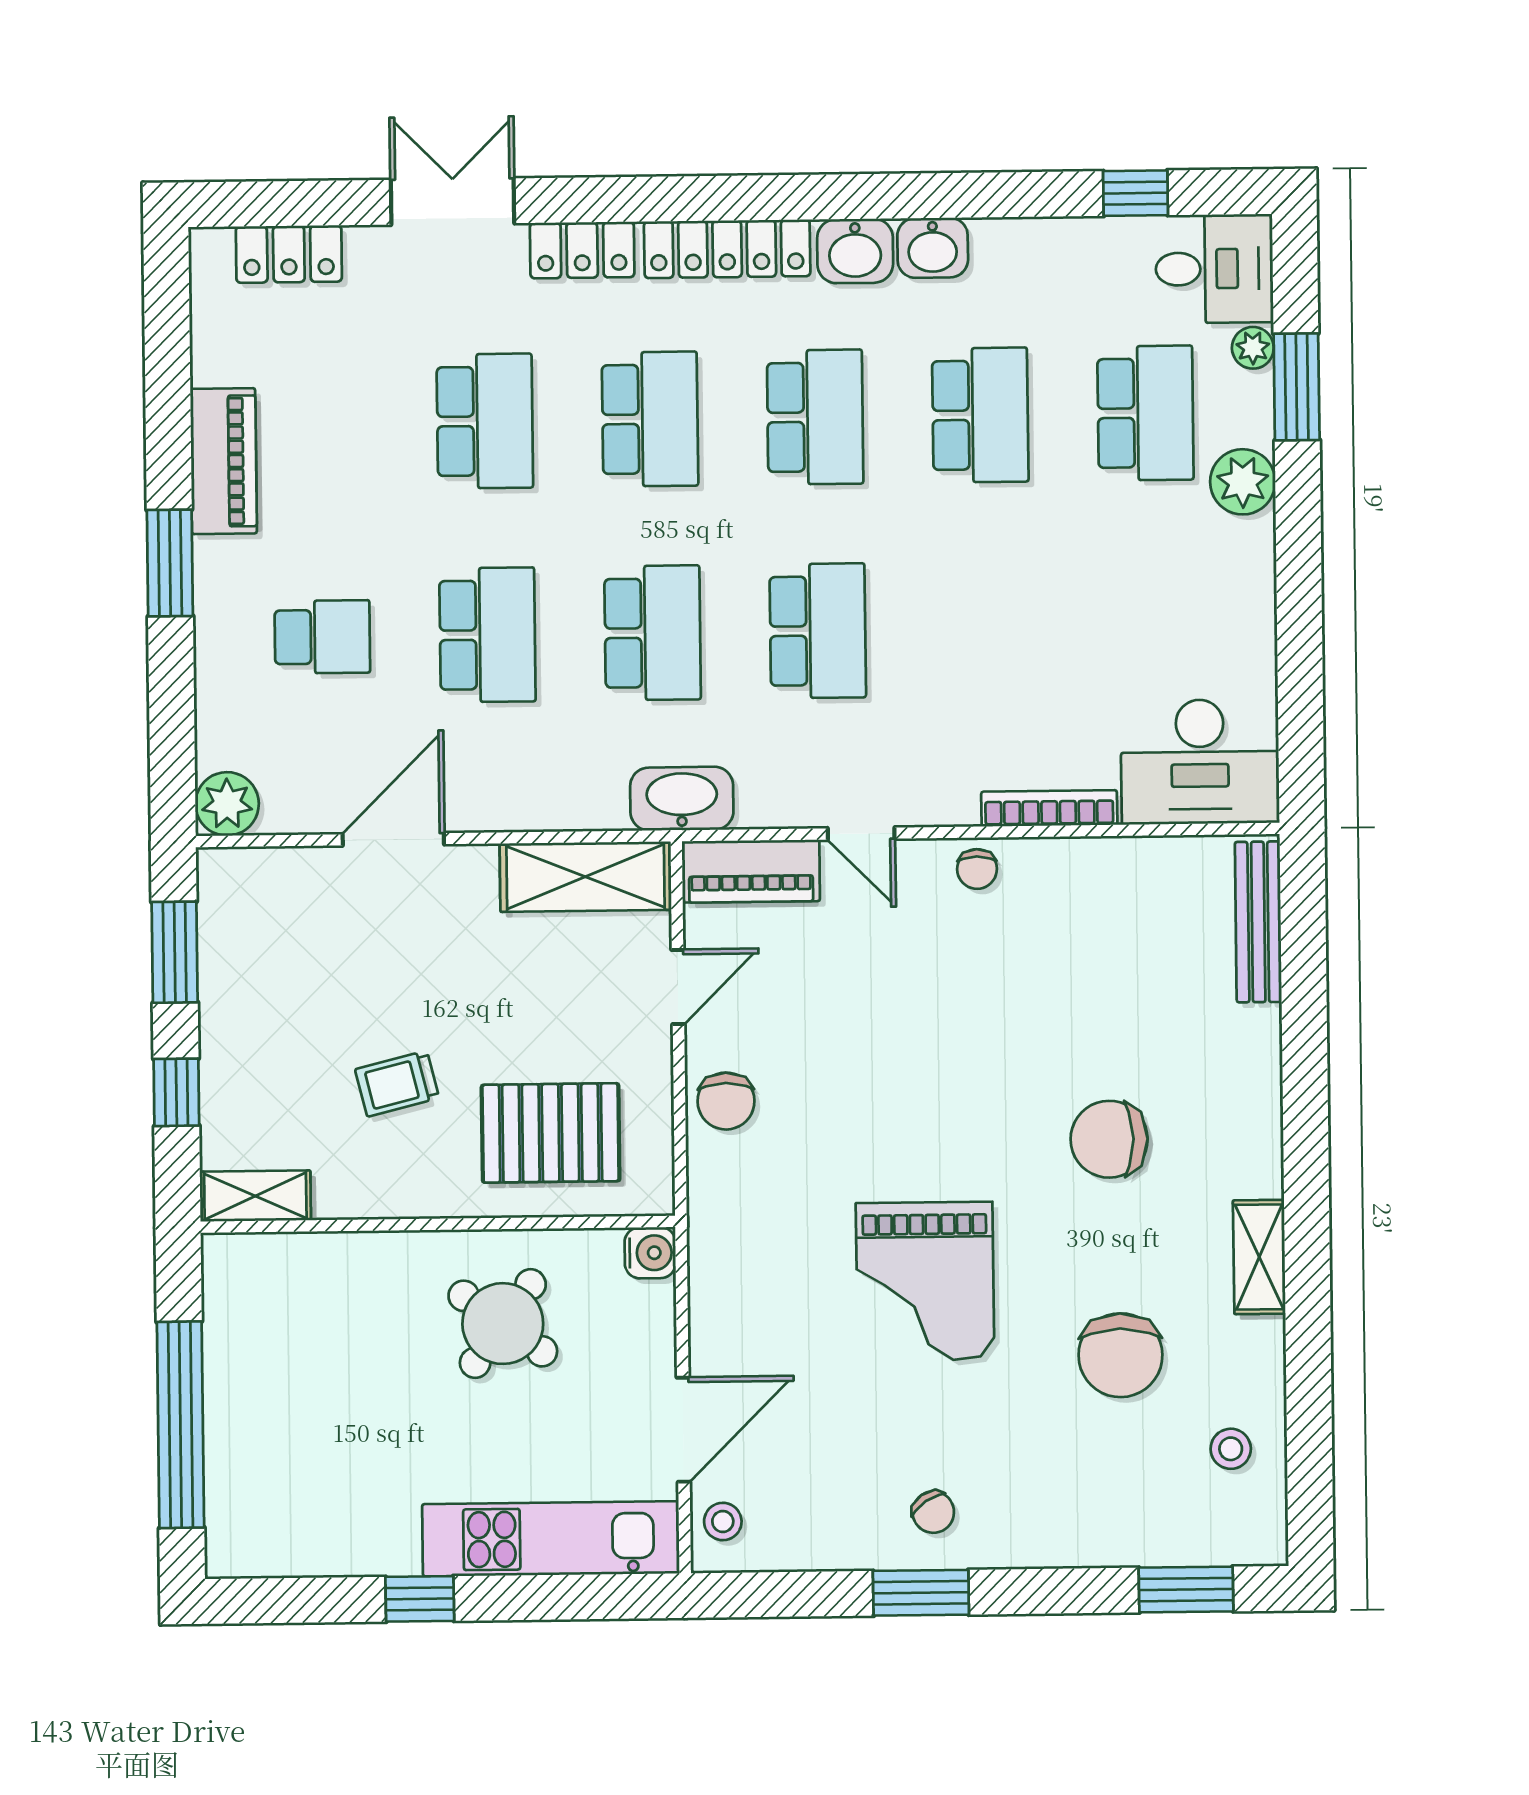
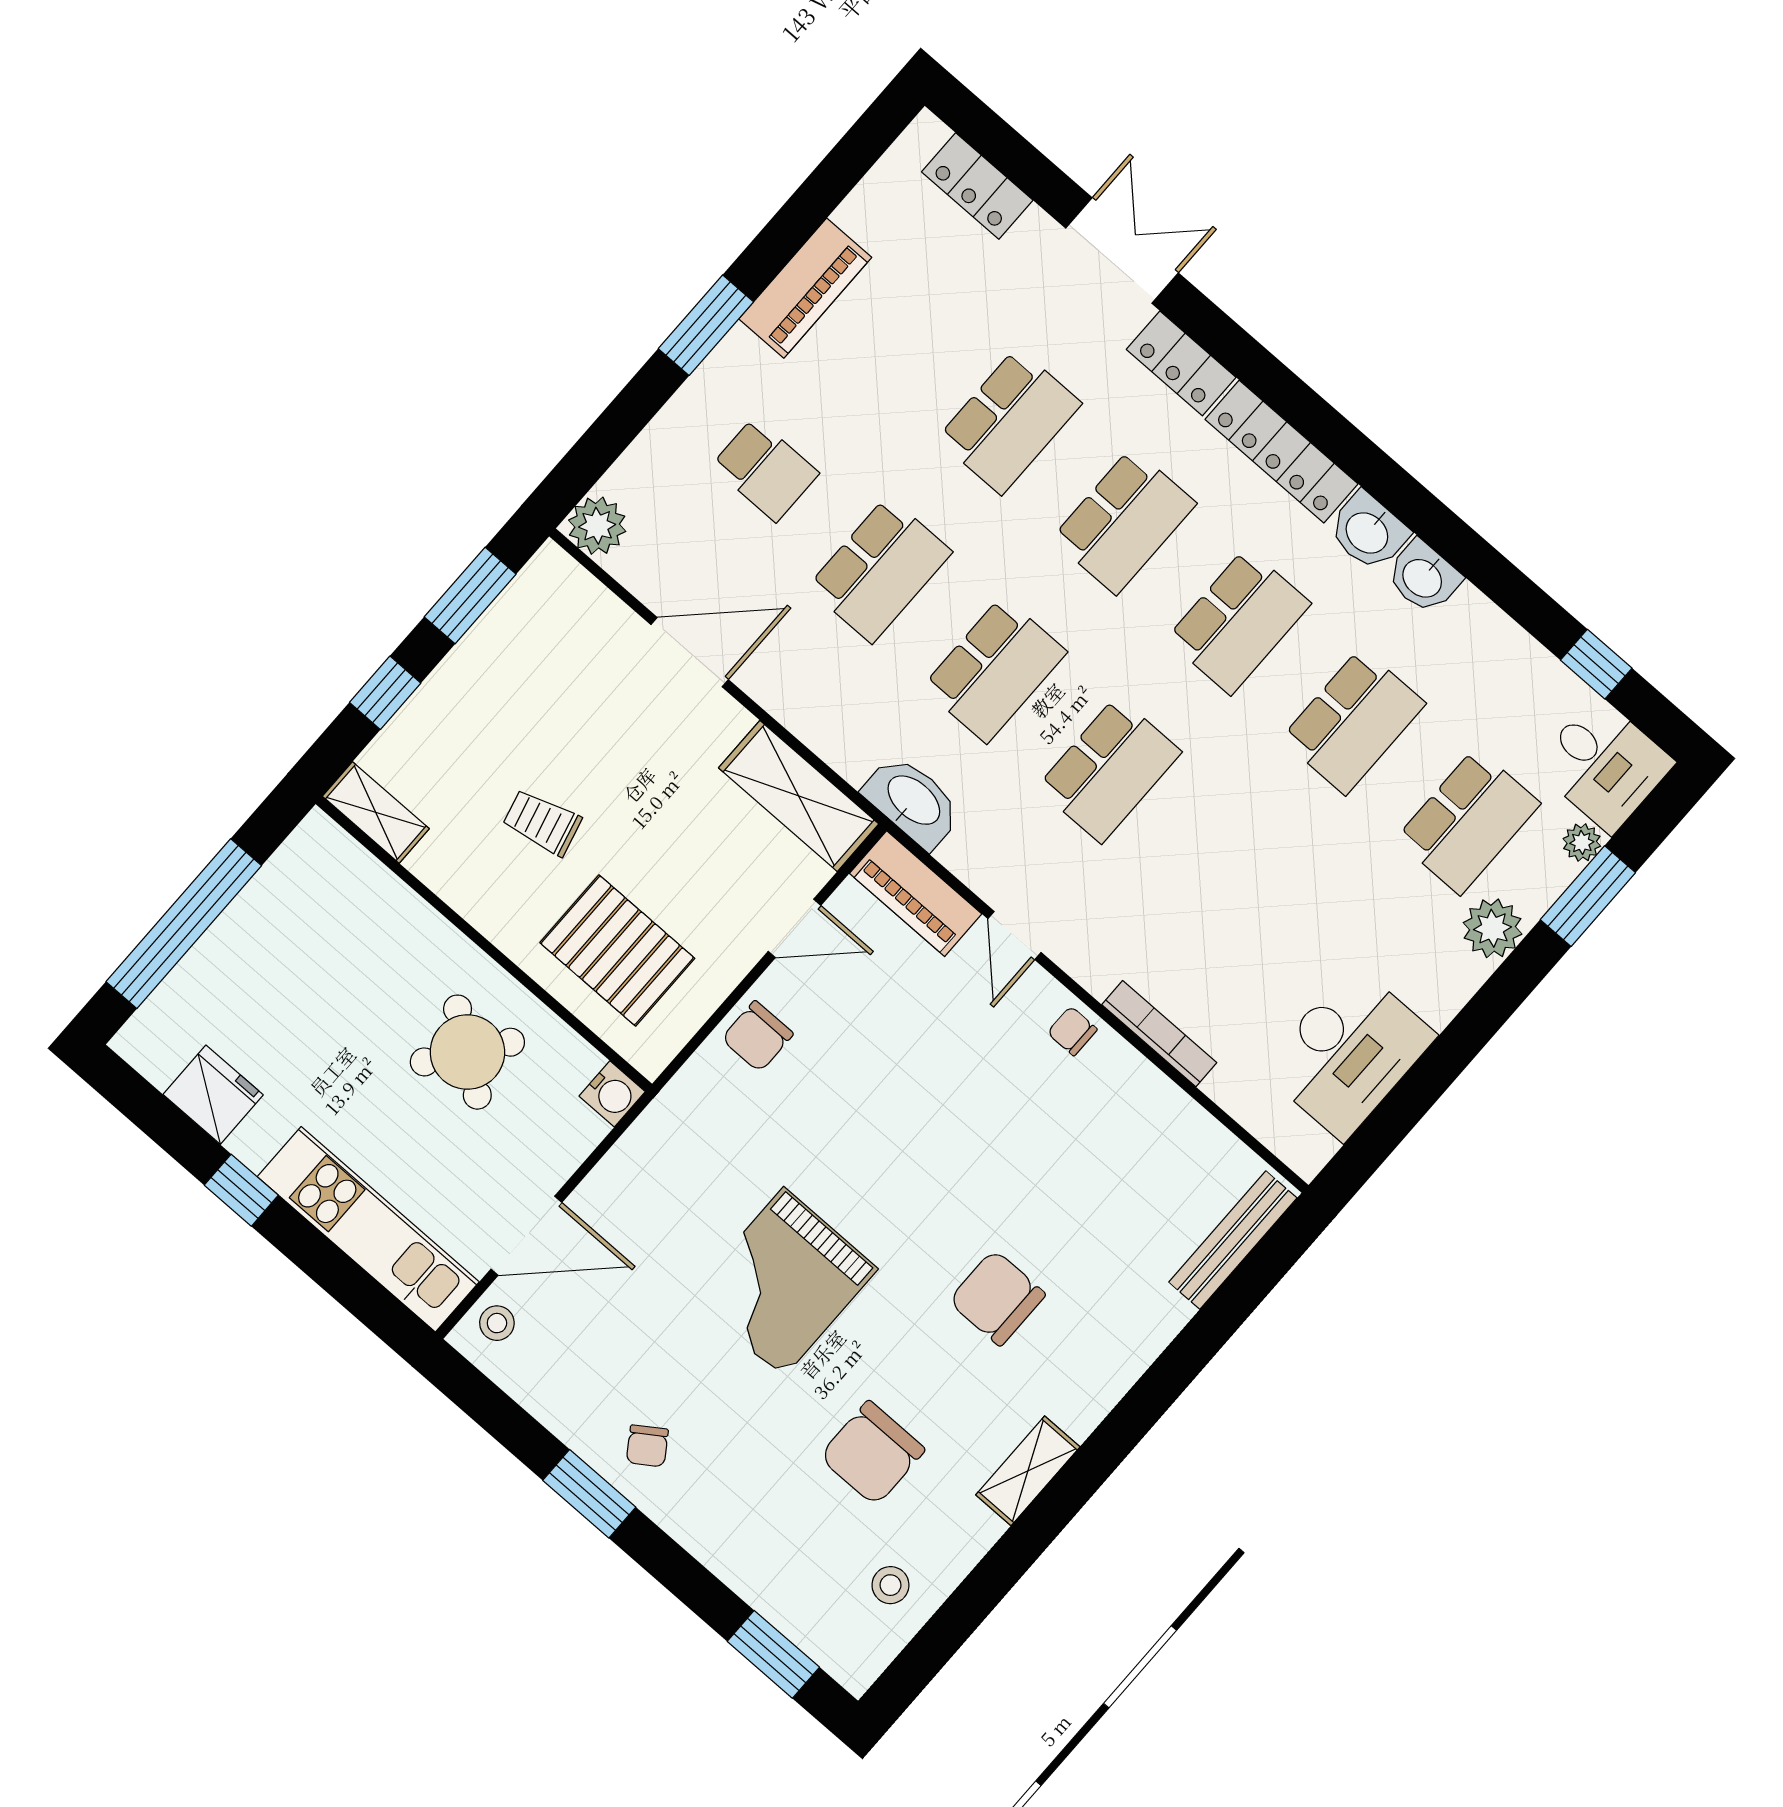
desk: (1200, 762) -> (1348, 1052), moved, turned -90
chair: (977, 869) -> (1072, 1031), turned 90
fridge: (328, 1542) -> (213, 1095), added

